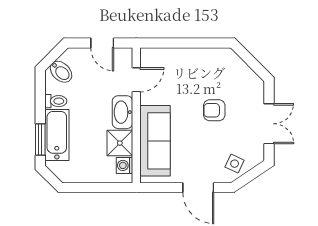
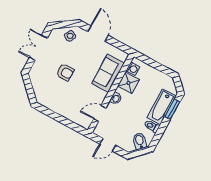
door: (102, 43) -> (108, 145), swing flipped
washbasin: (122, 112) -> (116, 98), width x0.52, depth x0.69
sofa: (155, 141) -> (108, 73), width x0.73

